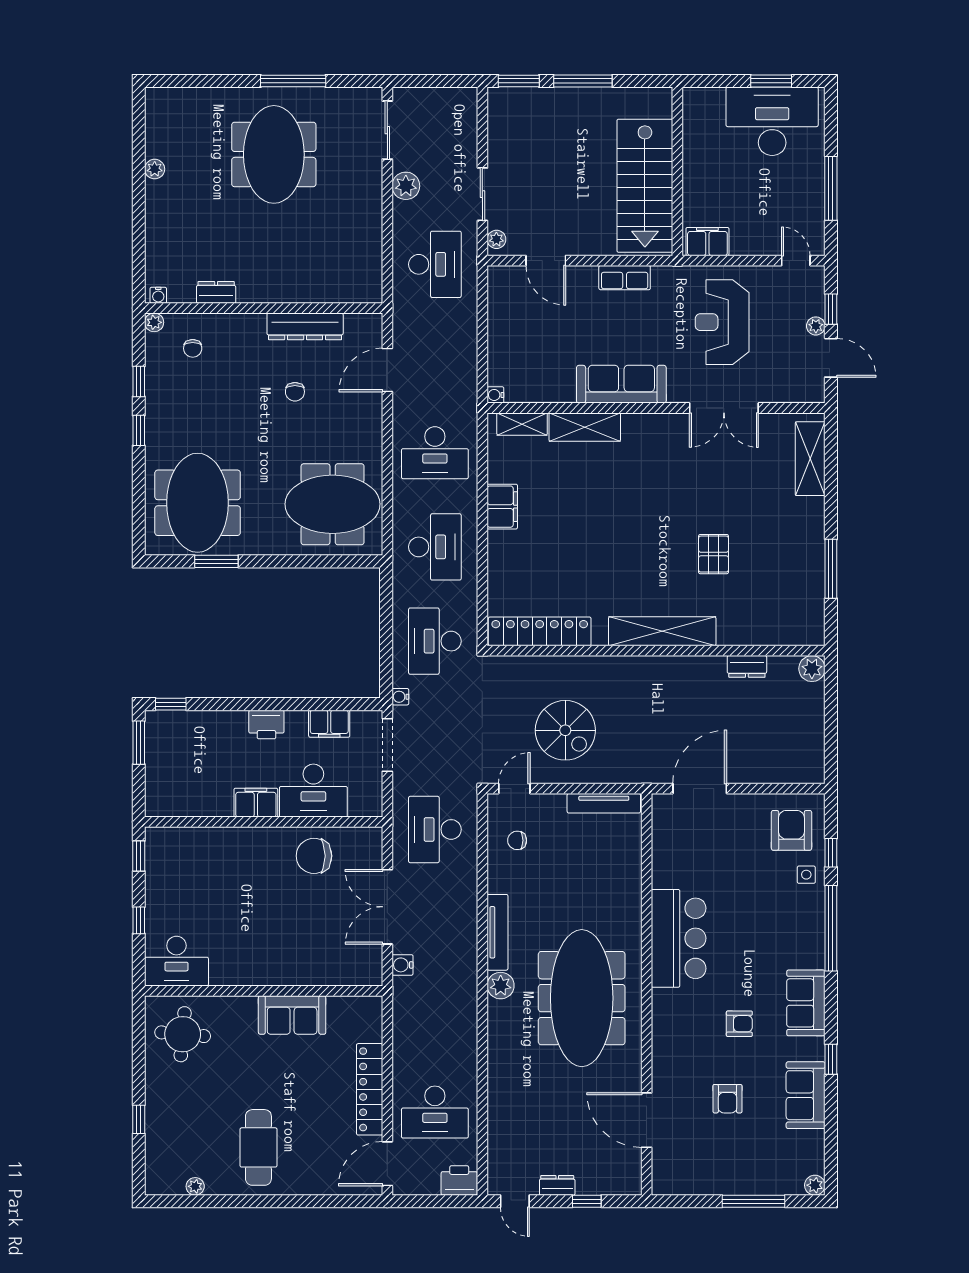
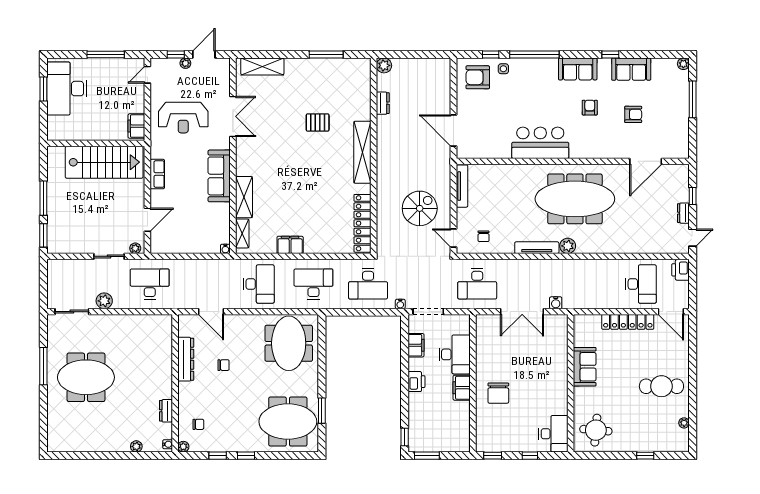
plant: (155, 169) -> (136, 446), moved
chair: (314, 856) -> (498, 393), moved

